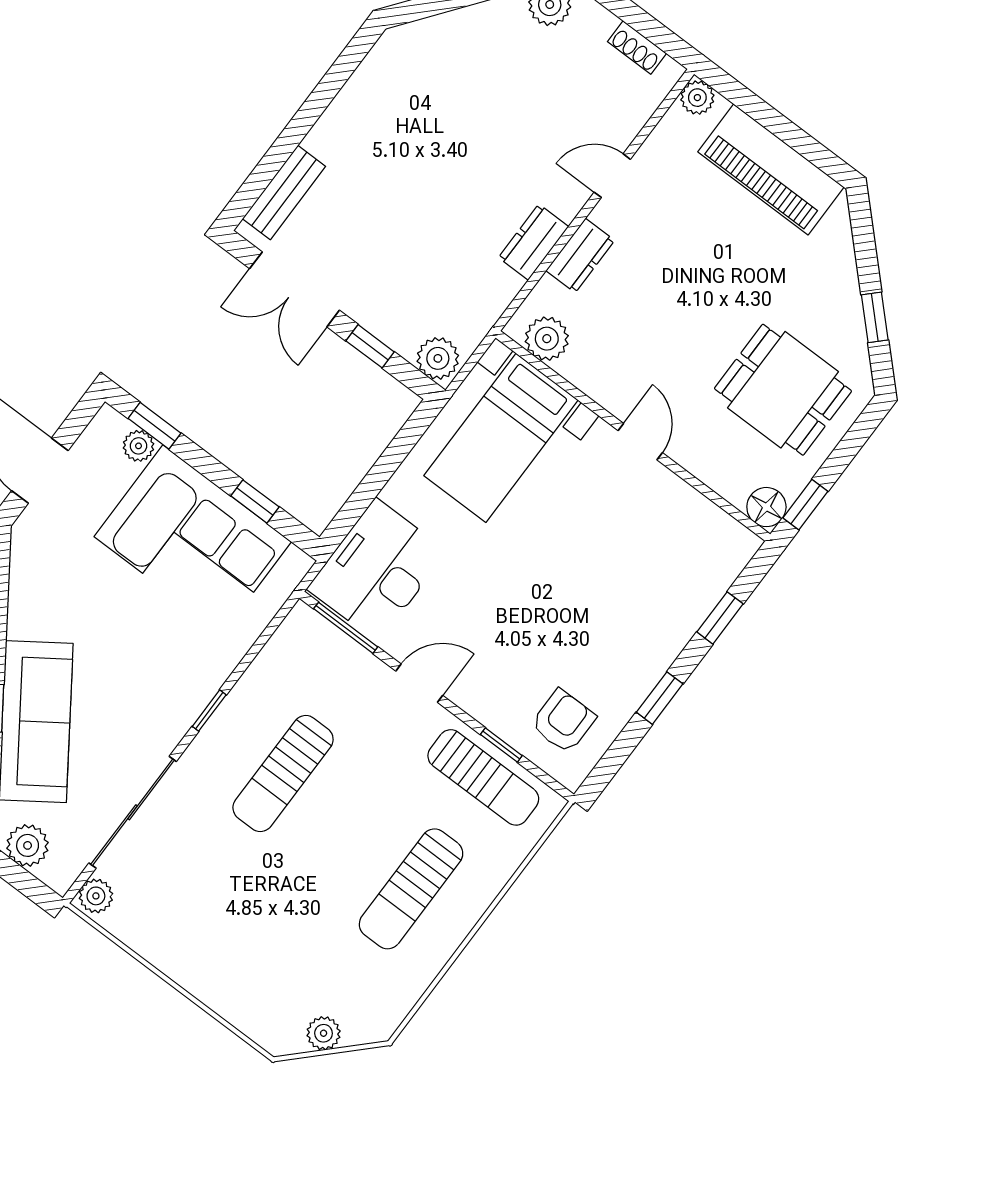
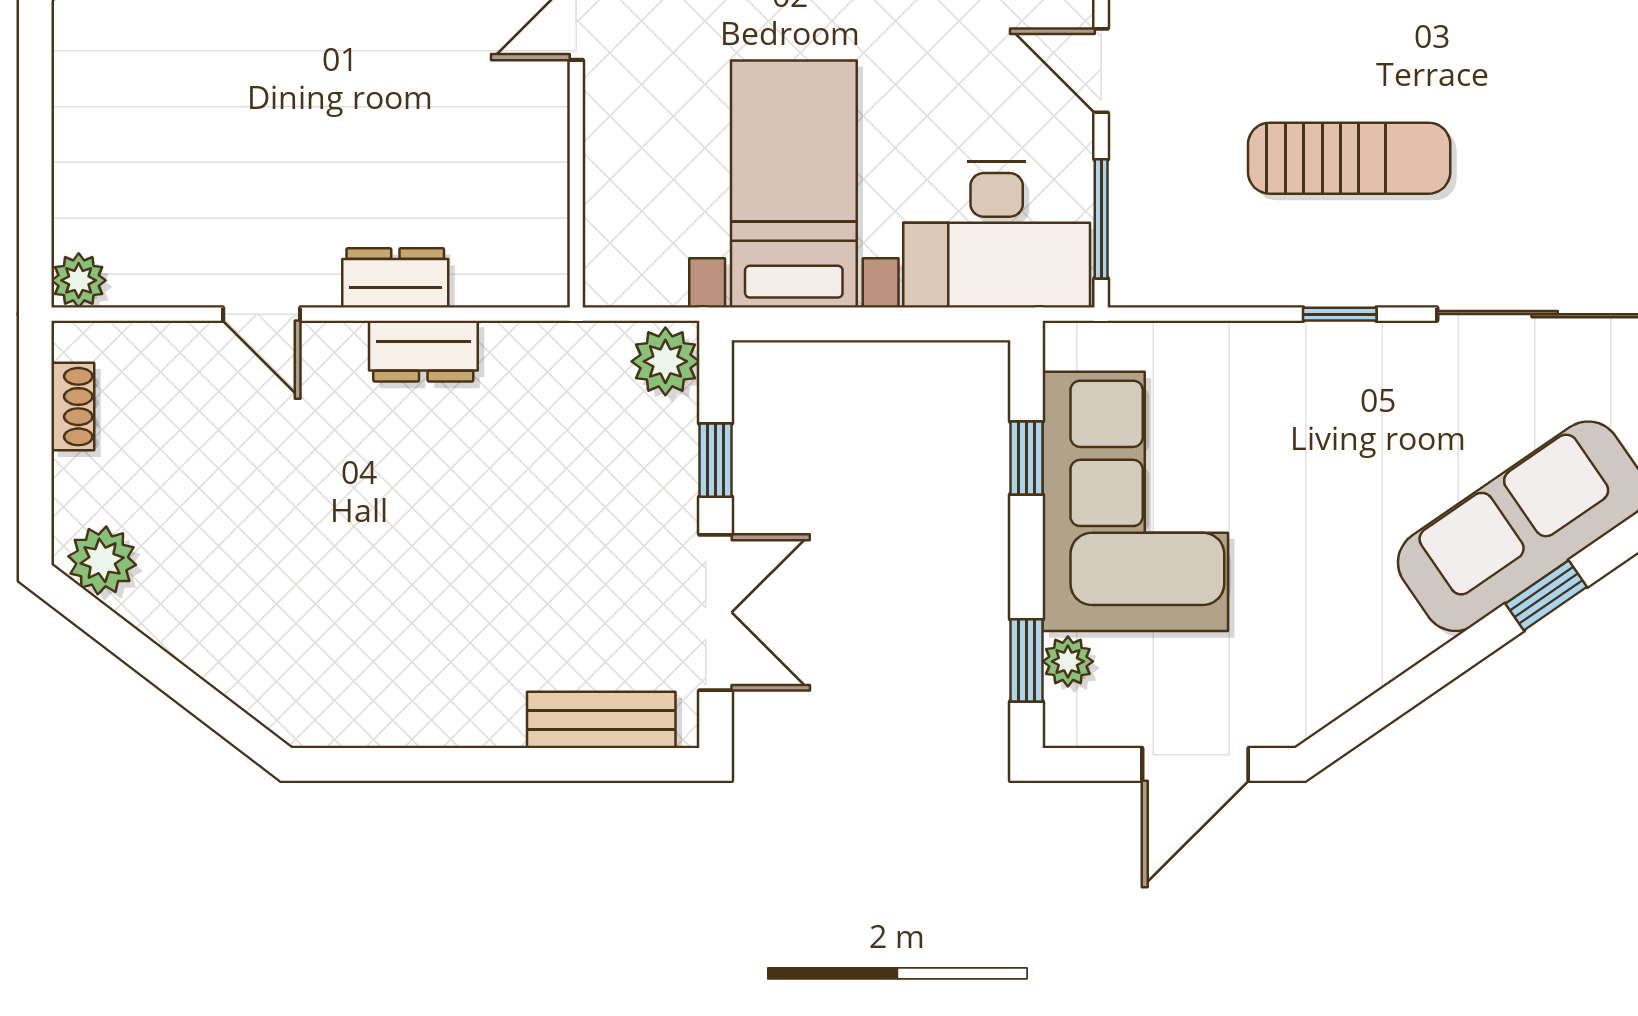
piano: (771, 169) -> (100, 116), removed
plant: (547, 339) -> (534, 240), removed
bed with nightstands: (501, 438) -> (794, 184), moved, turned -90

